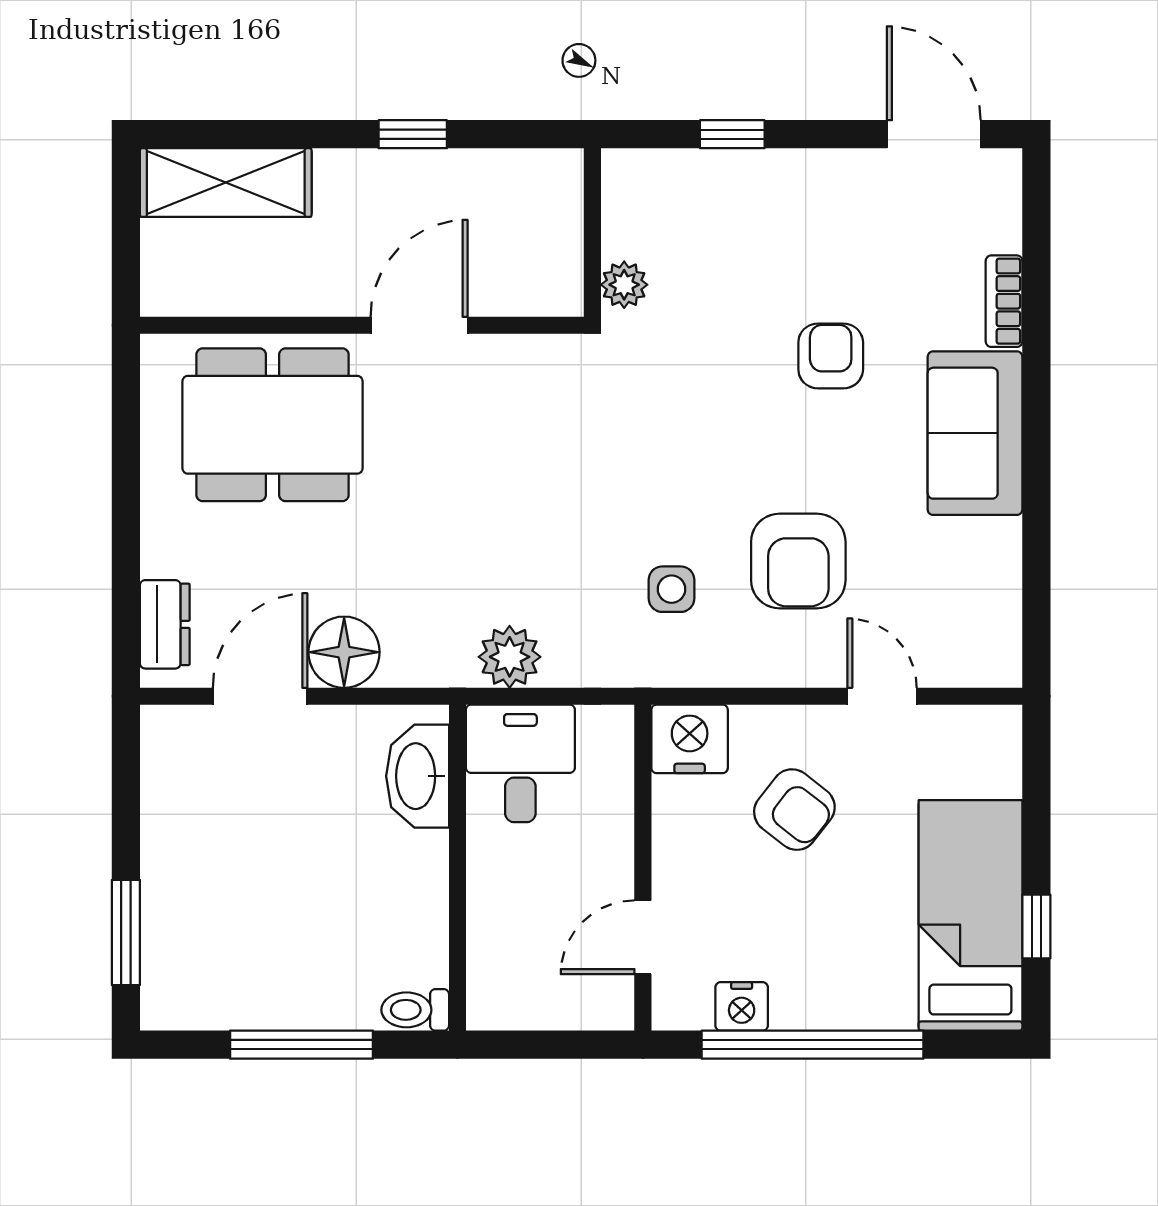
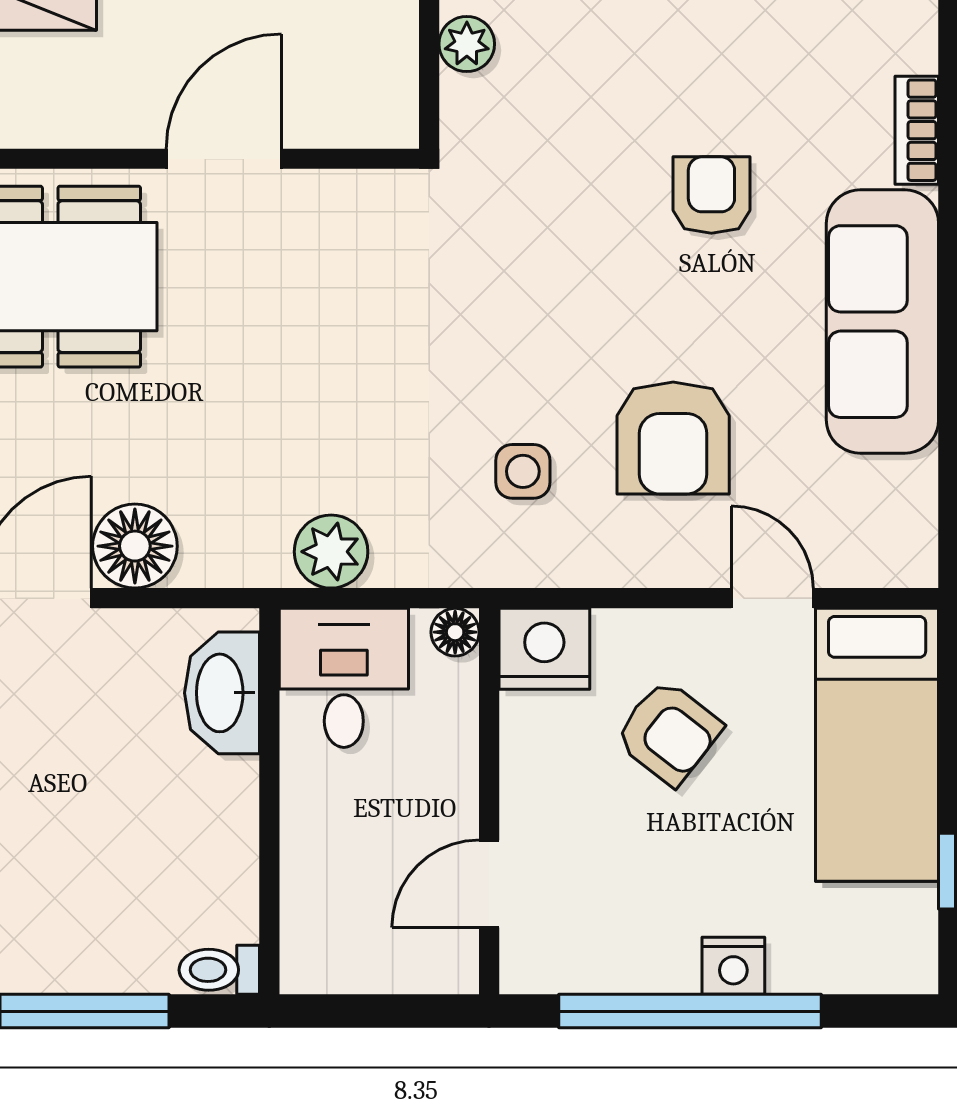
plant: (624, 285) -> (467, 44), moved
sofa: (975, 433) -> (882, 322), width x1.36
floor lamp: (614, 725) -> (455, 632), added
bed: (970, 915) -> (877, 745), moved, turned 180
nightstand: (742, 1006) -> (733, 966), moved

